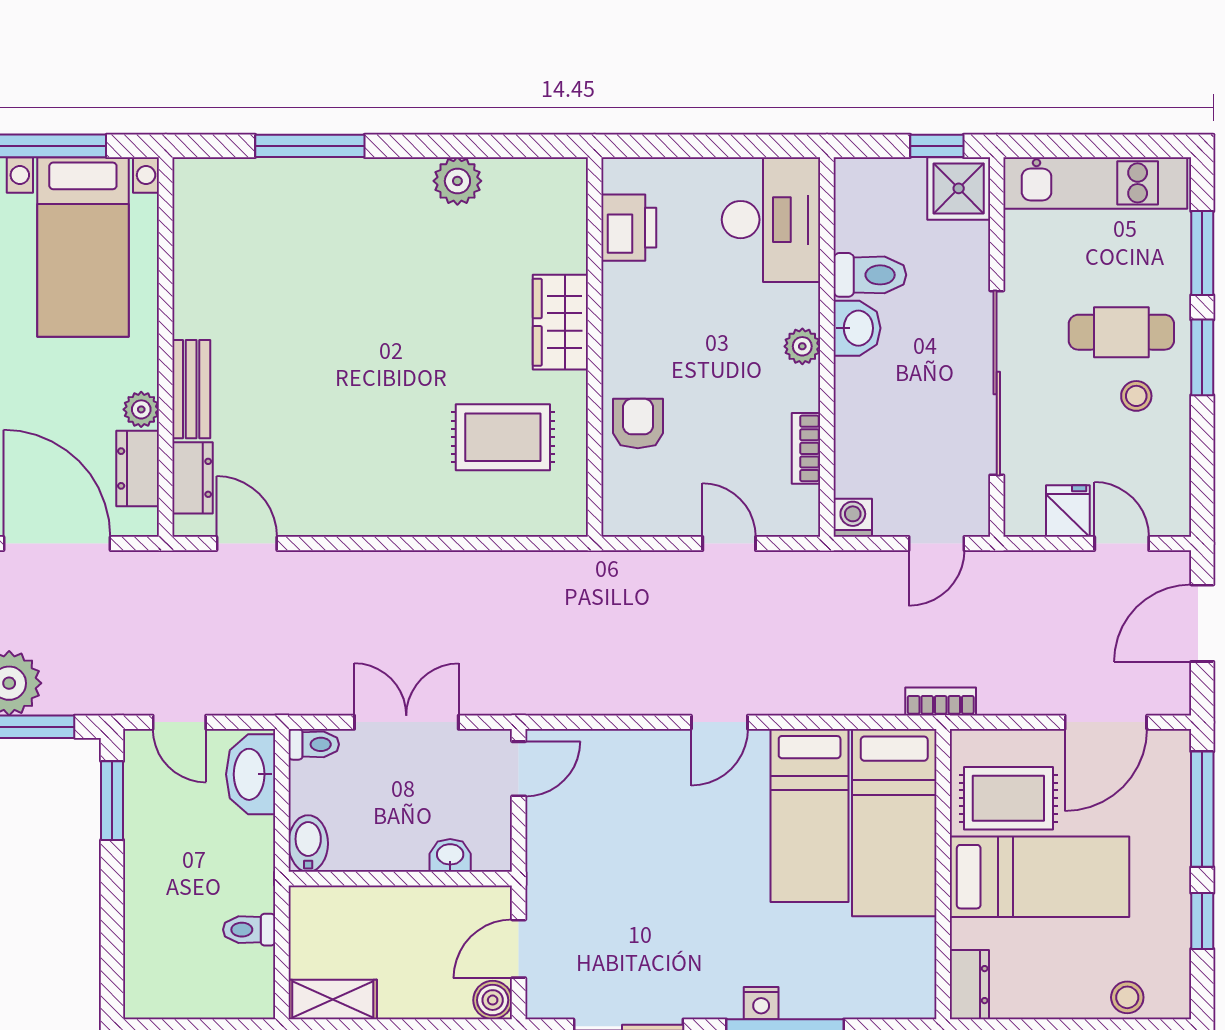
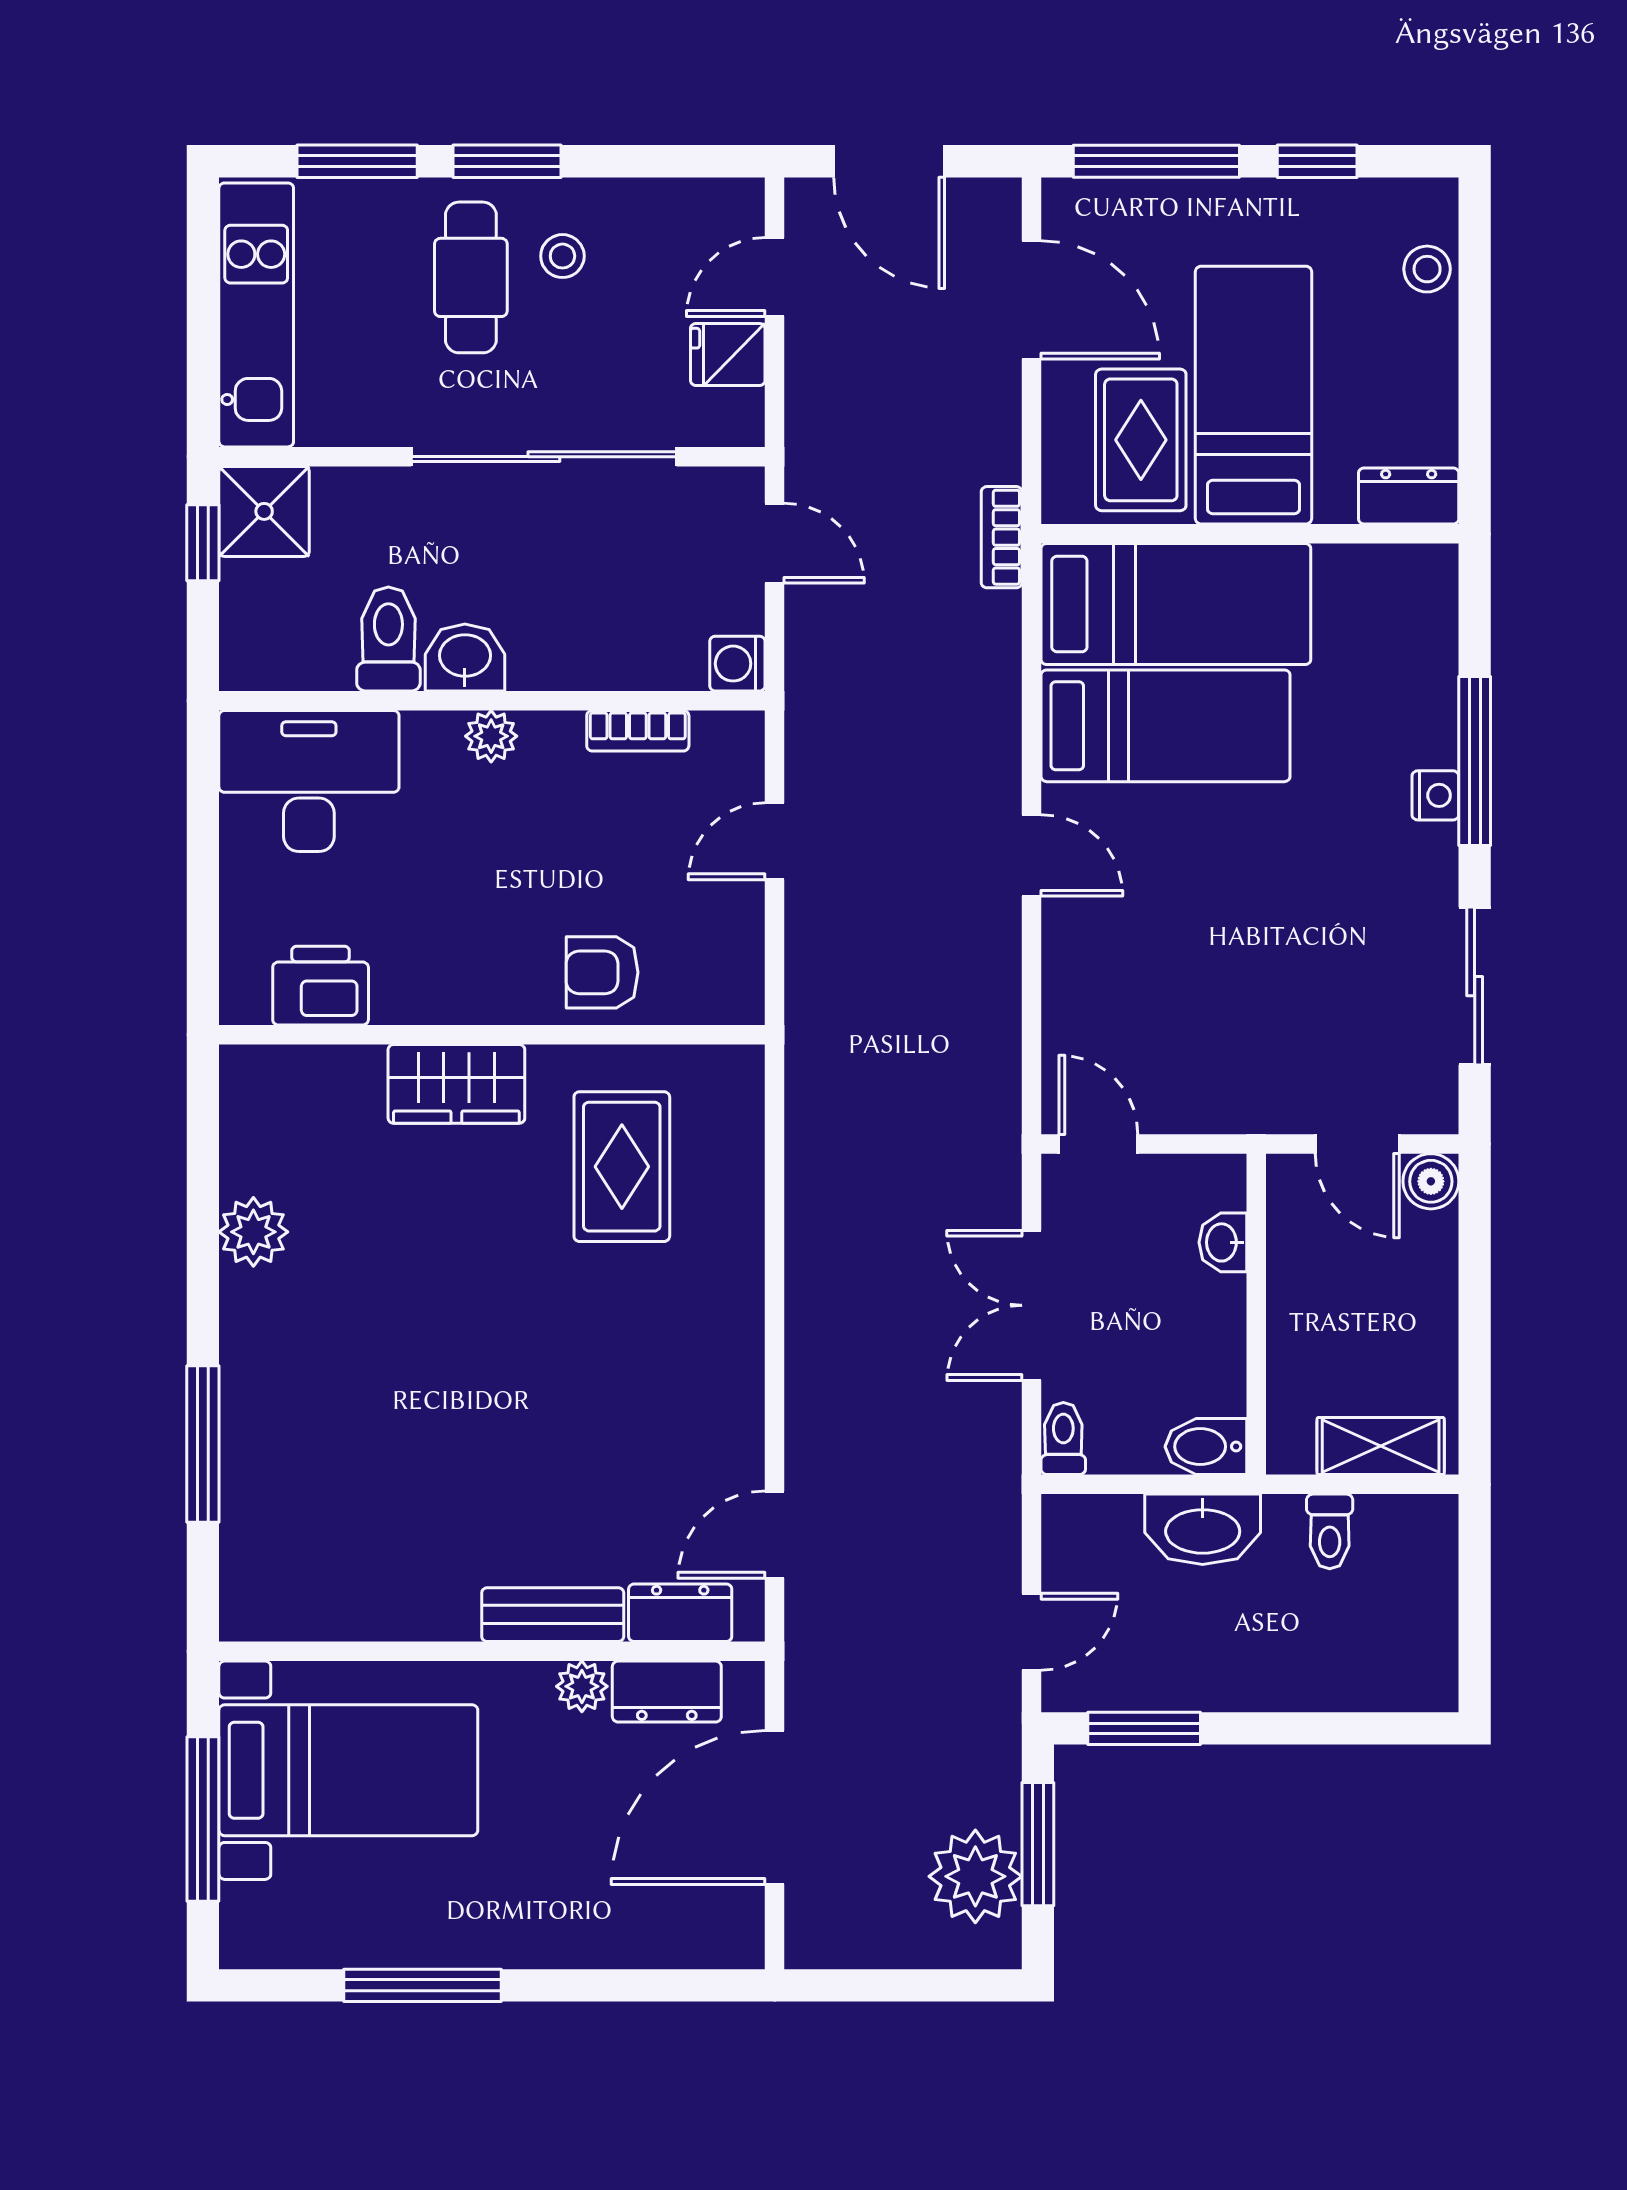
washbasin: (251, 774) -> (1203, 1529), moved
shelving: (333, 999) -> (1381, 1446), moved, turned 90

